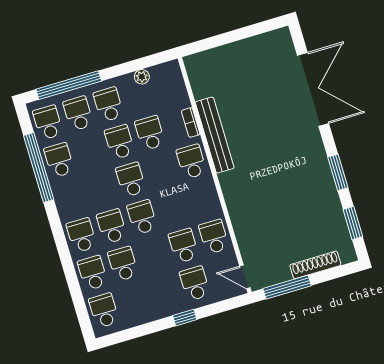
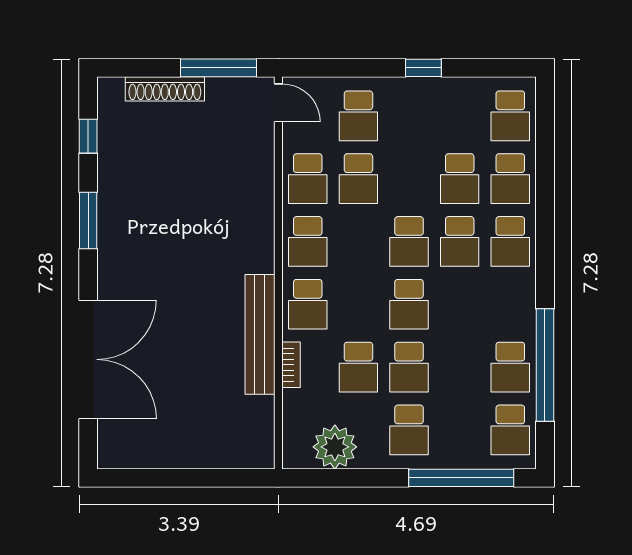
plant: (142, 77) -> (335, 447), width x1.88, depth x1.88
double door: (313, 89) -> (88, 359), swing flipped
school desk: (78, 113) -> (308, 241), moved
window: (353, 223) -> (88, 136), width x0.67
window: (185, 318) -> (423, 68), moved

